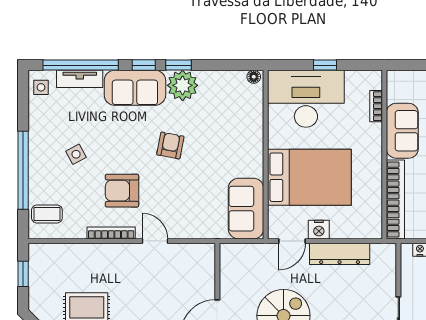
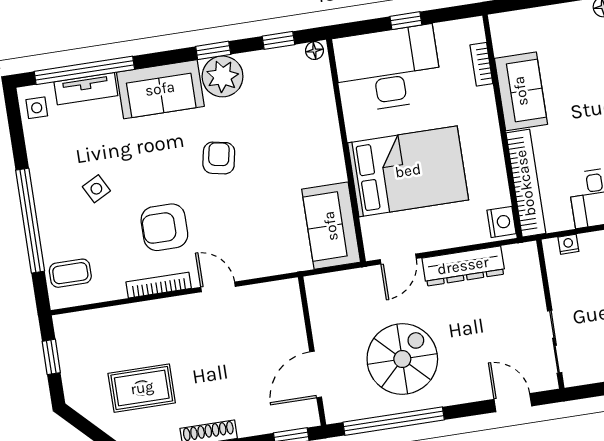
window: (144, 65) -> (278, 40), moved
nightstand: (319, 230) -> (501, 222), moved, turned -90

